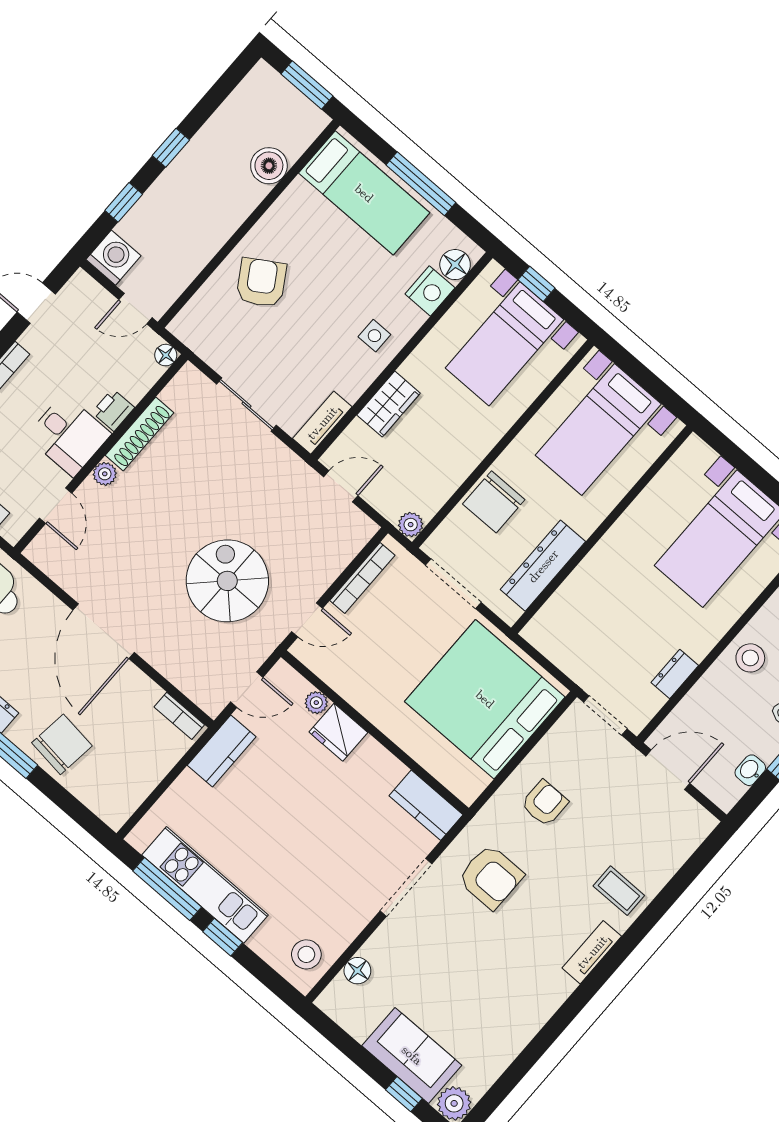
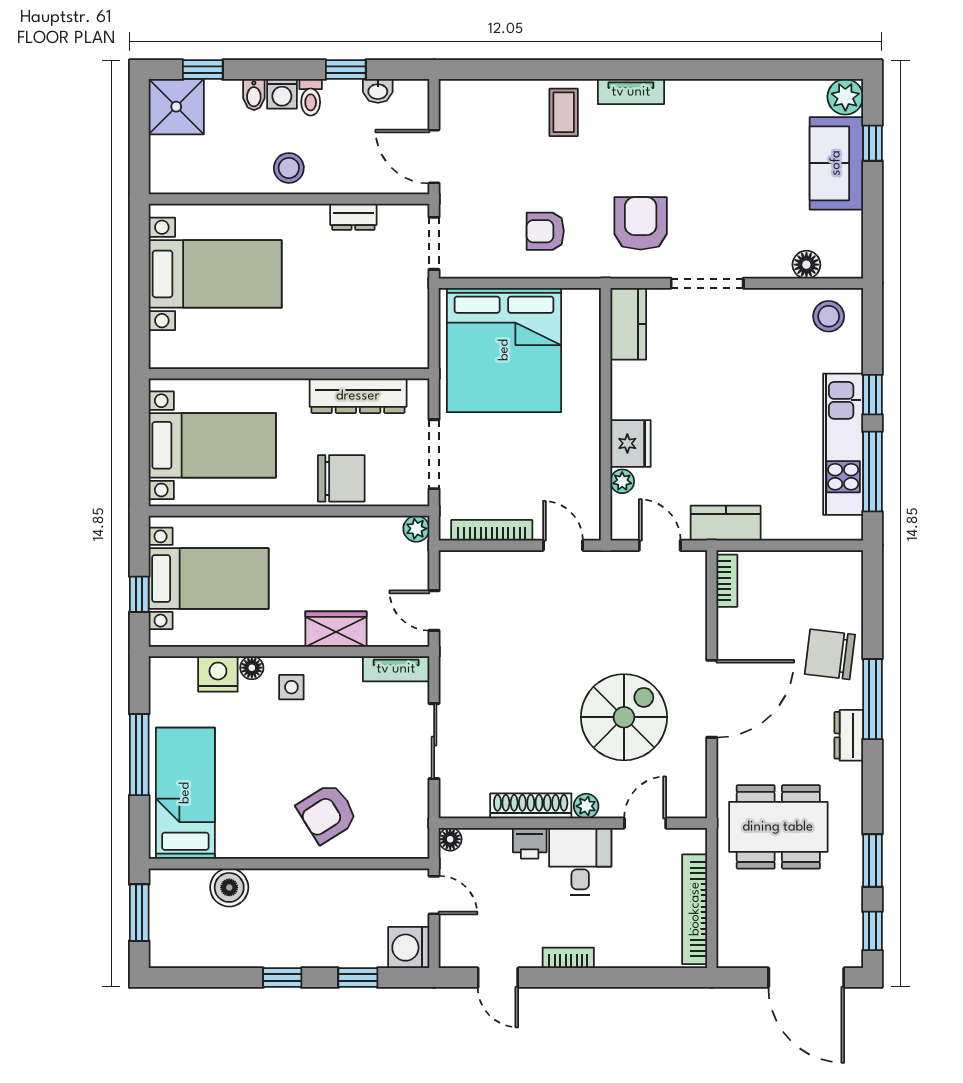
floor lamp: (455, 265) -> (252, 668), moved, width x0.73, depth x0.73
spiral stairs: (227, 581) -> (624, 717), moved, turned 180

